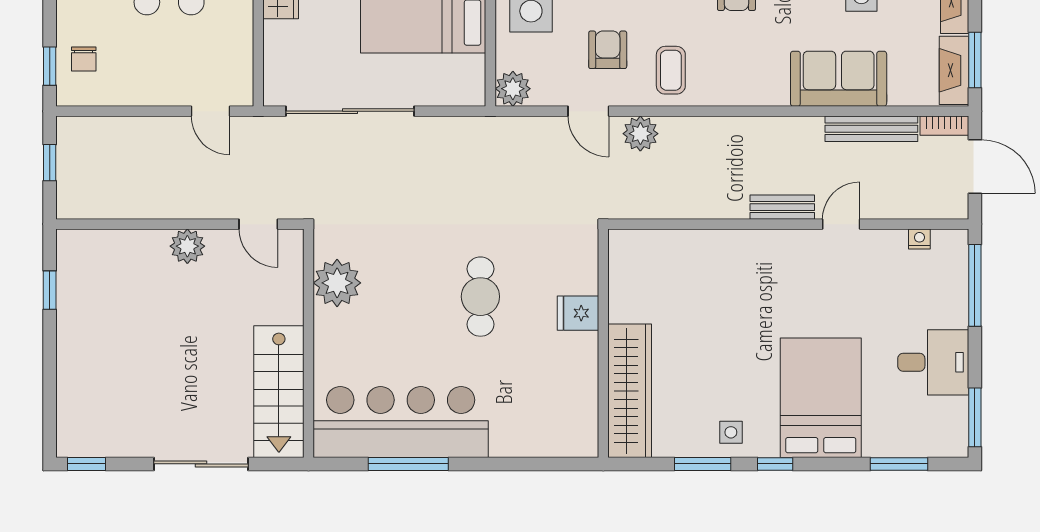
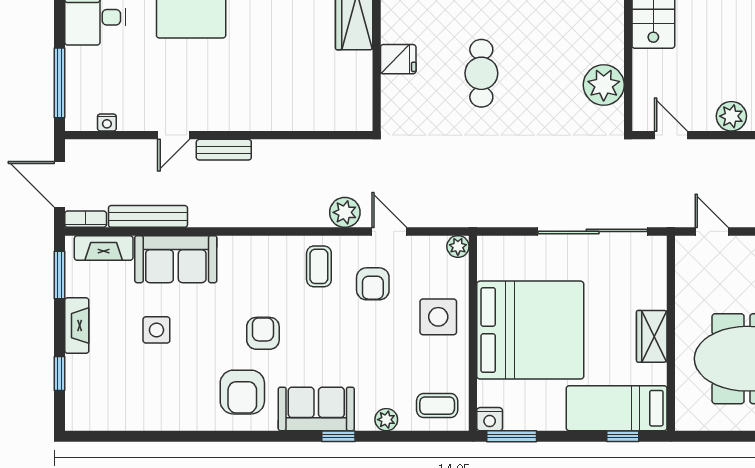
fireplace: (954, 70) -> (104, 248), moved, turned 90
plant: (513, 89) -> (458, 246), width x0.73, depth x0.73

